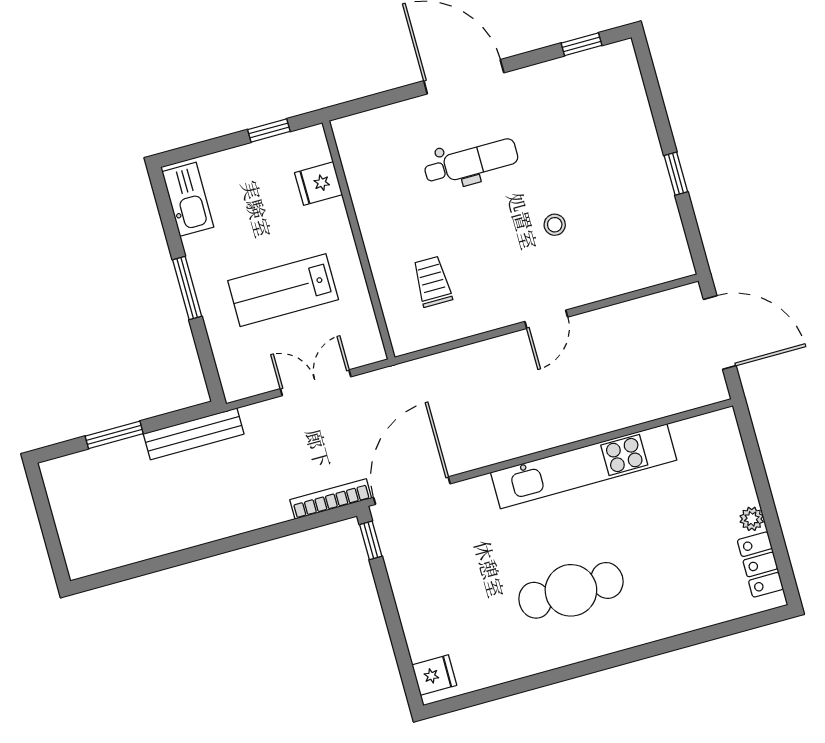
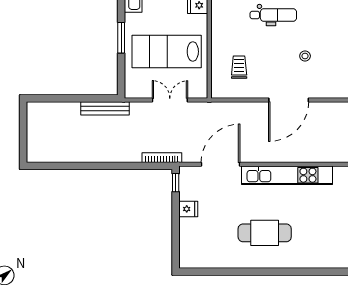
lab bench: (283, 290) -> (167, 52), width x1.36, depth x1.39
door: (546, 319) -> (289, 100), width x1.87
window: (114, 435) -> (67, 98), removed
door: (412, 491) -> (221, 164), moved
fridge: (434, 675) -> (188, 209), moved

